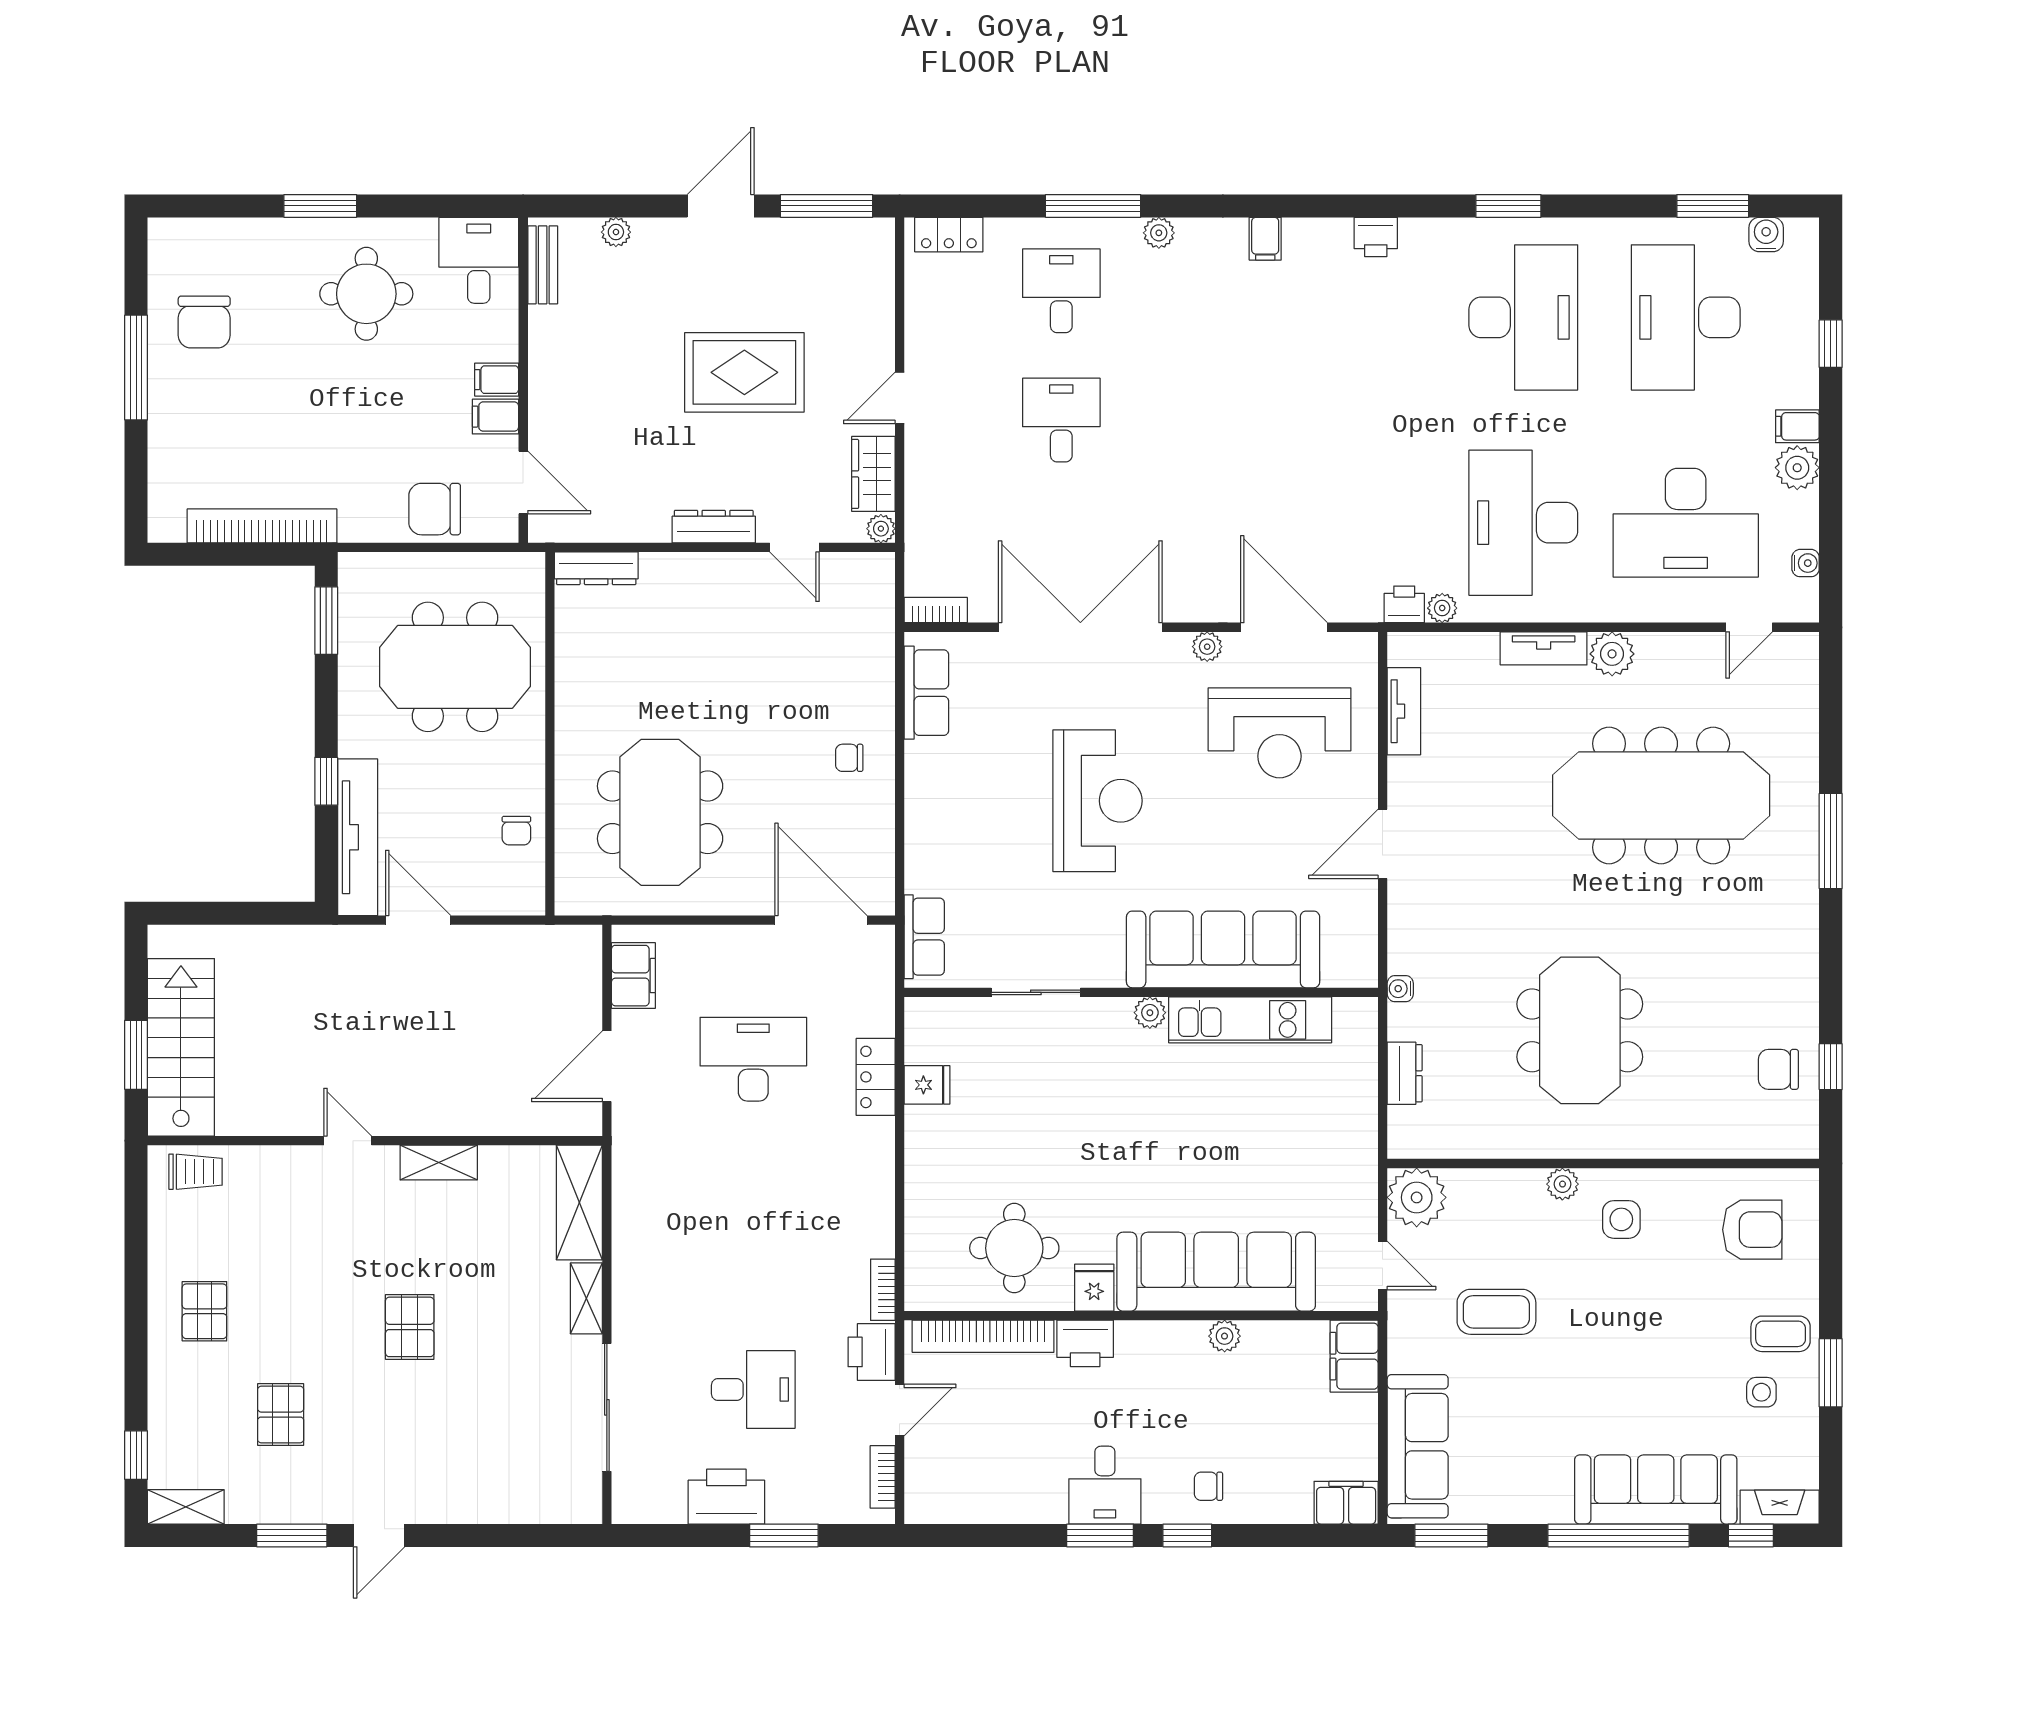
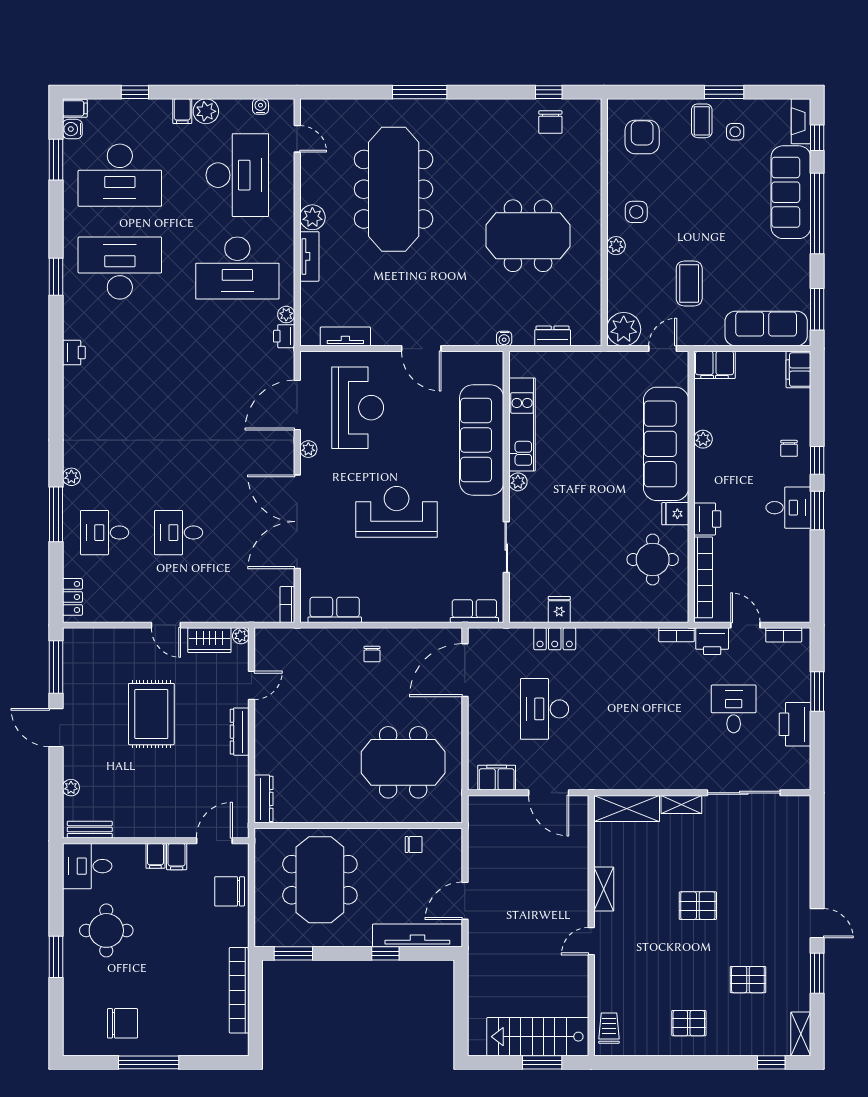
filing cabinet: (1265, 239) -> (75, 108), moved
chair: (435, 509) -> (230, 891), turned 90

